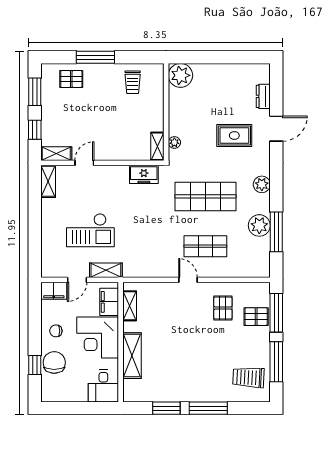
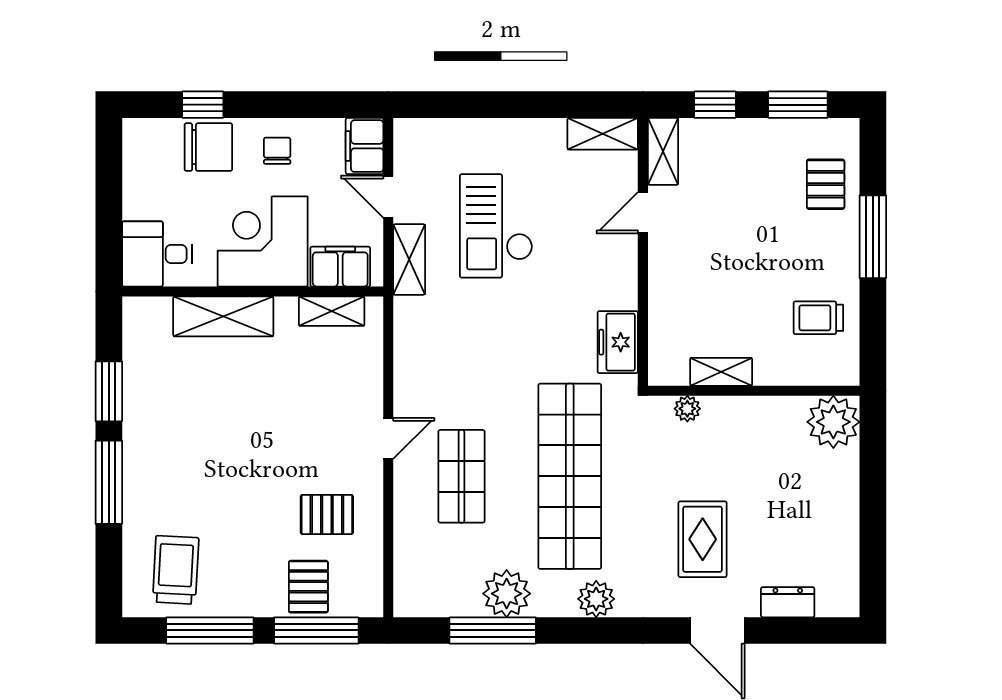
shelving: (157, 146) -> (721, 372), moved
door: (84, 163) -> (643, 213), swing flipped
shop shelf: (205, 196) -> (570, 476), width x1.40

